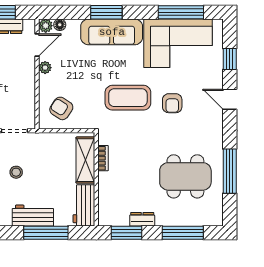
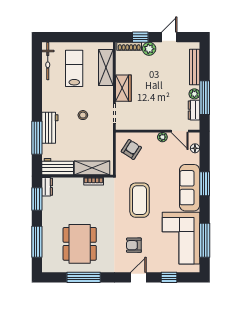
plant: (46, 26) -> (194, 138), removed
armchair: (172, 103) -> (134, 245), moved
dresser: (142, 219) -> (47, 187), moved

